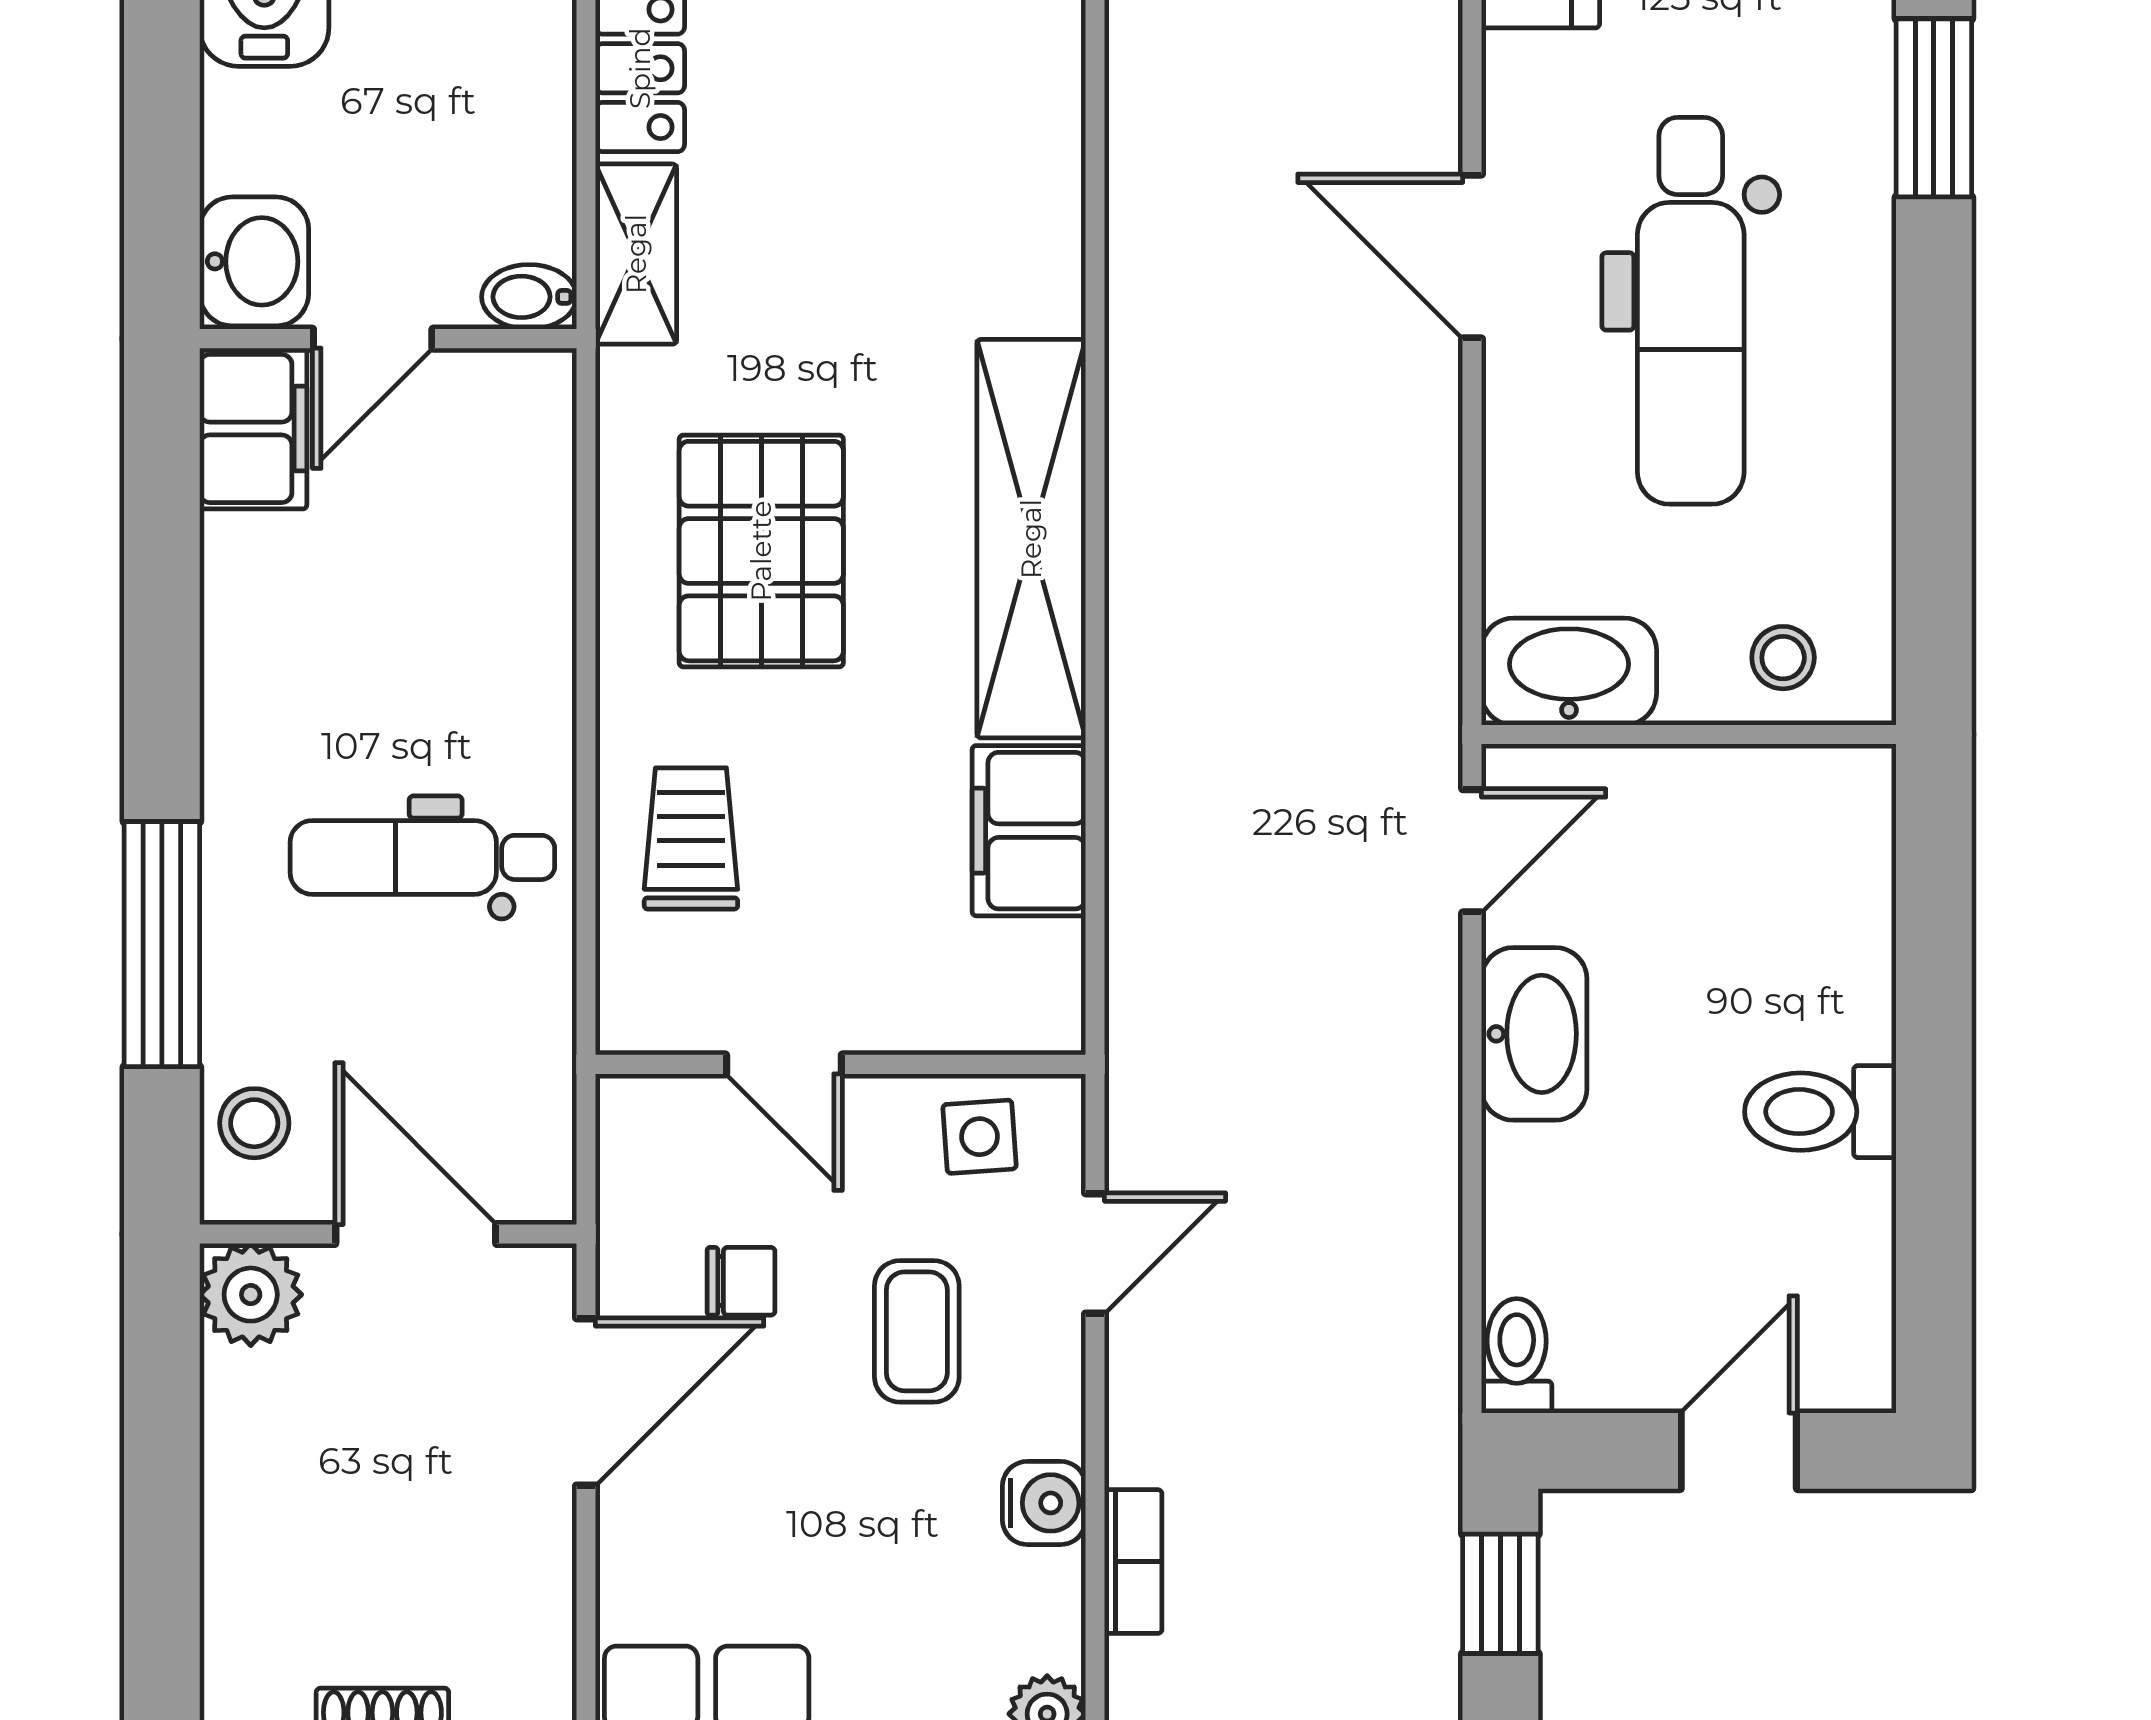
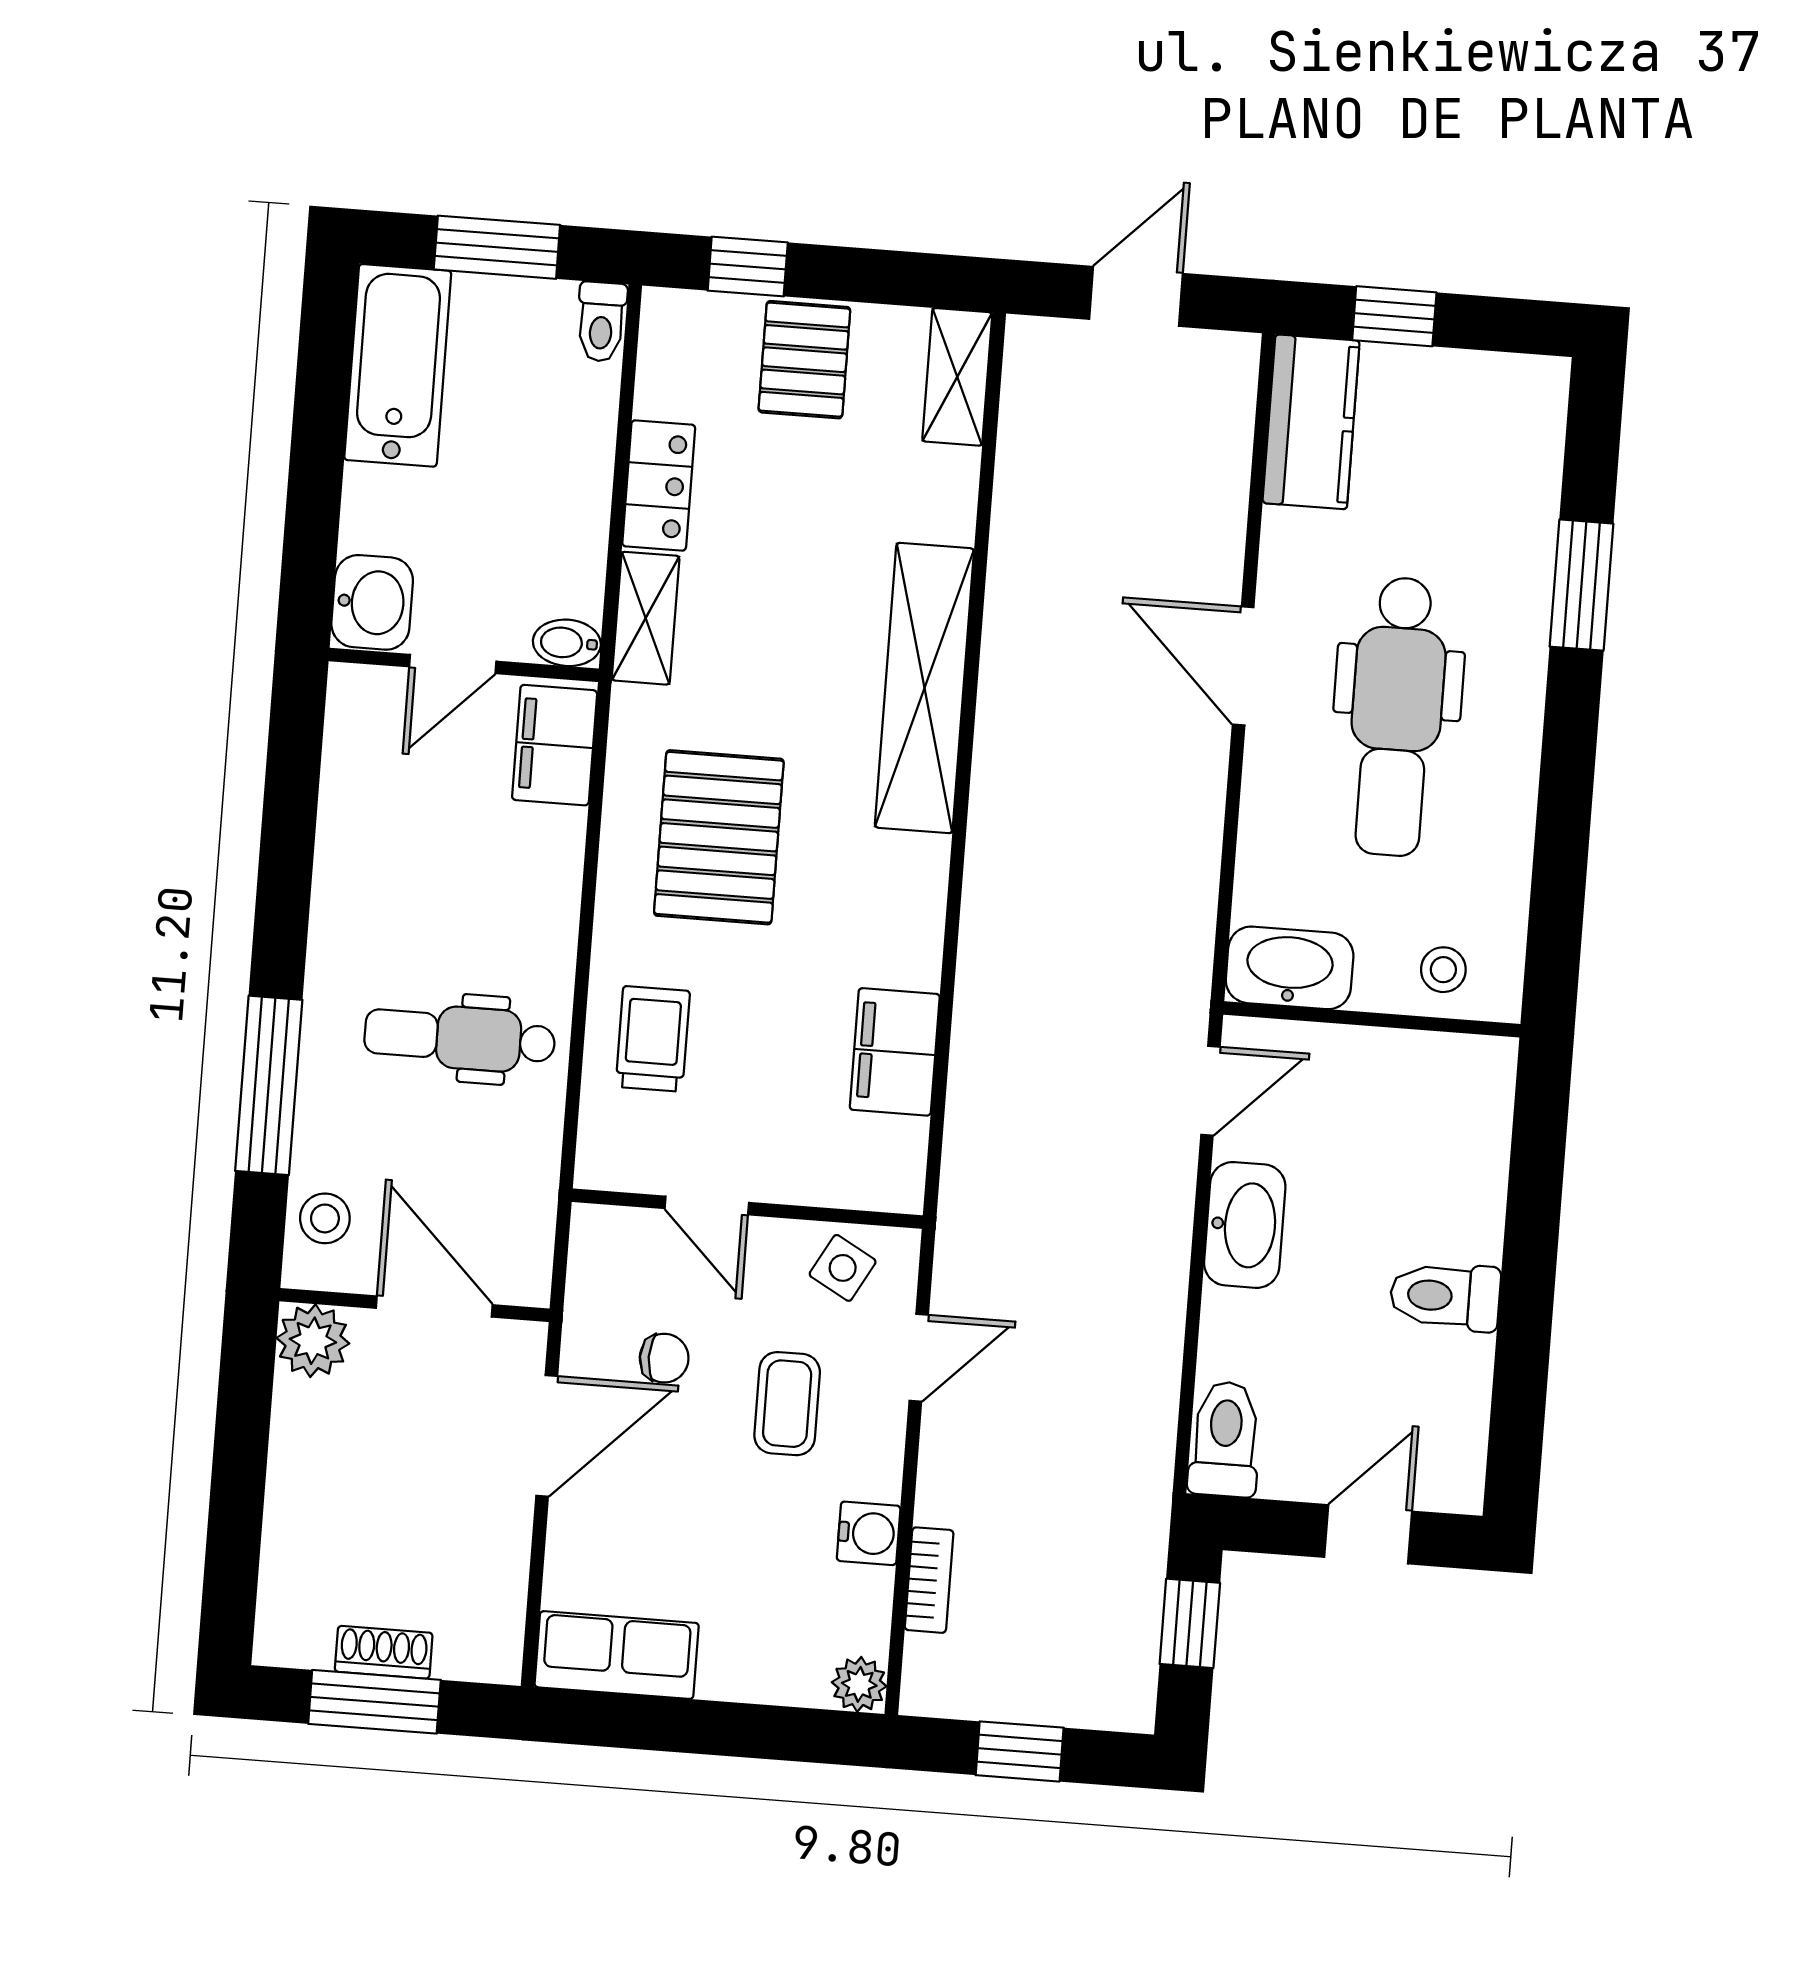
filing cabinet: (253, 428) -> (555, 745), moved, turned 180
shelving: (1031, 539) -> (924, 688), moved
side table: (980, 1137) -> (843, 1268), turned 33
toilet: (1517, 1356) -> (1225, 1439), width x1.37, depth x1.39

